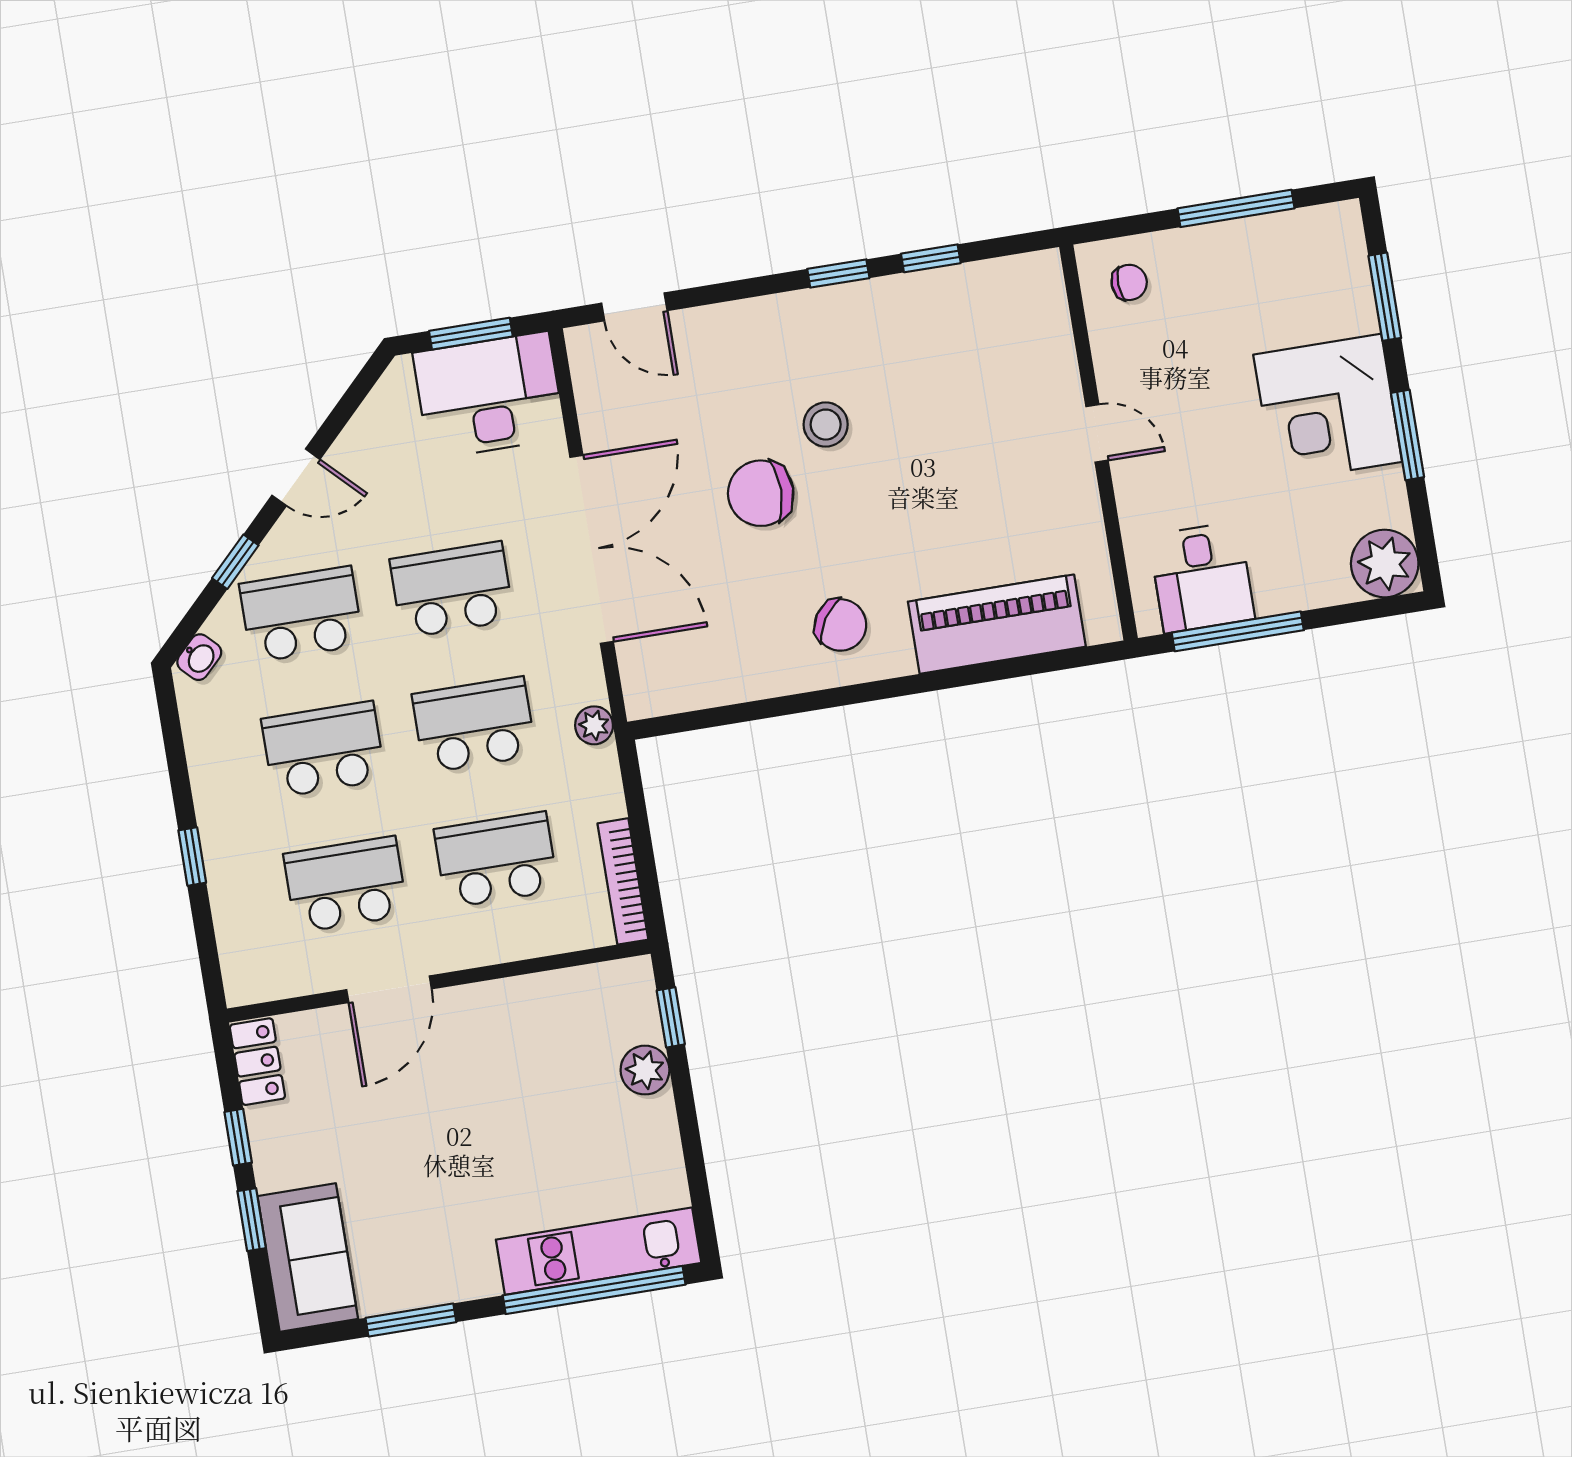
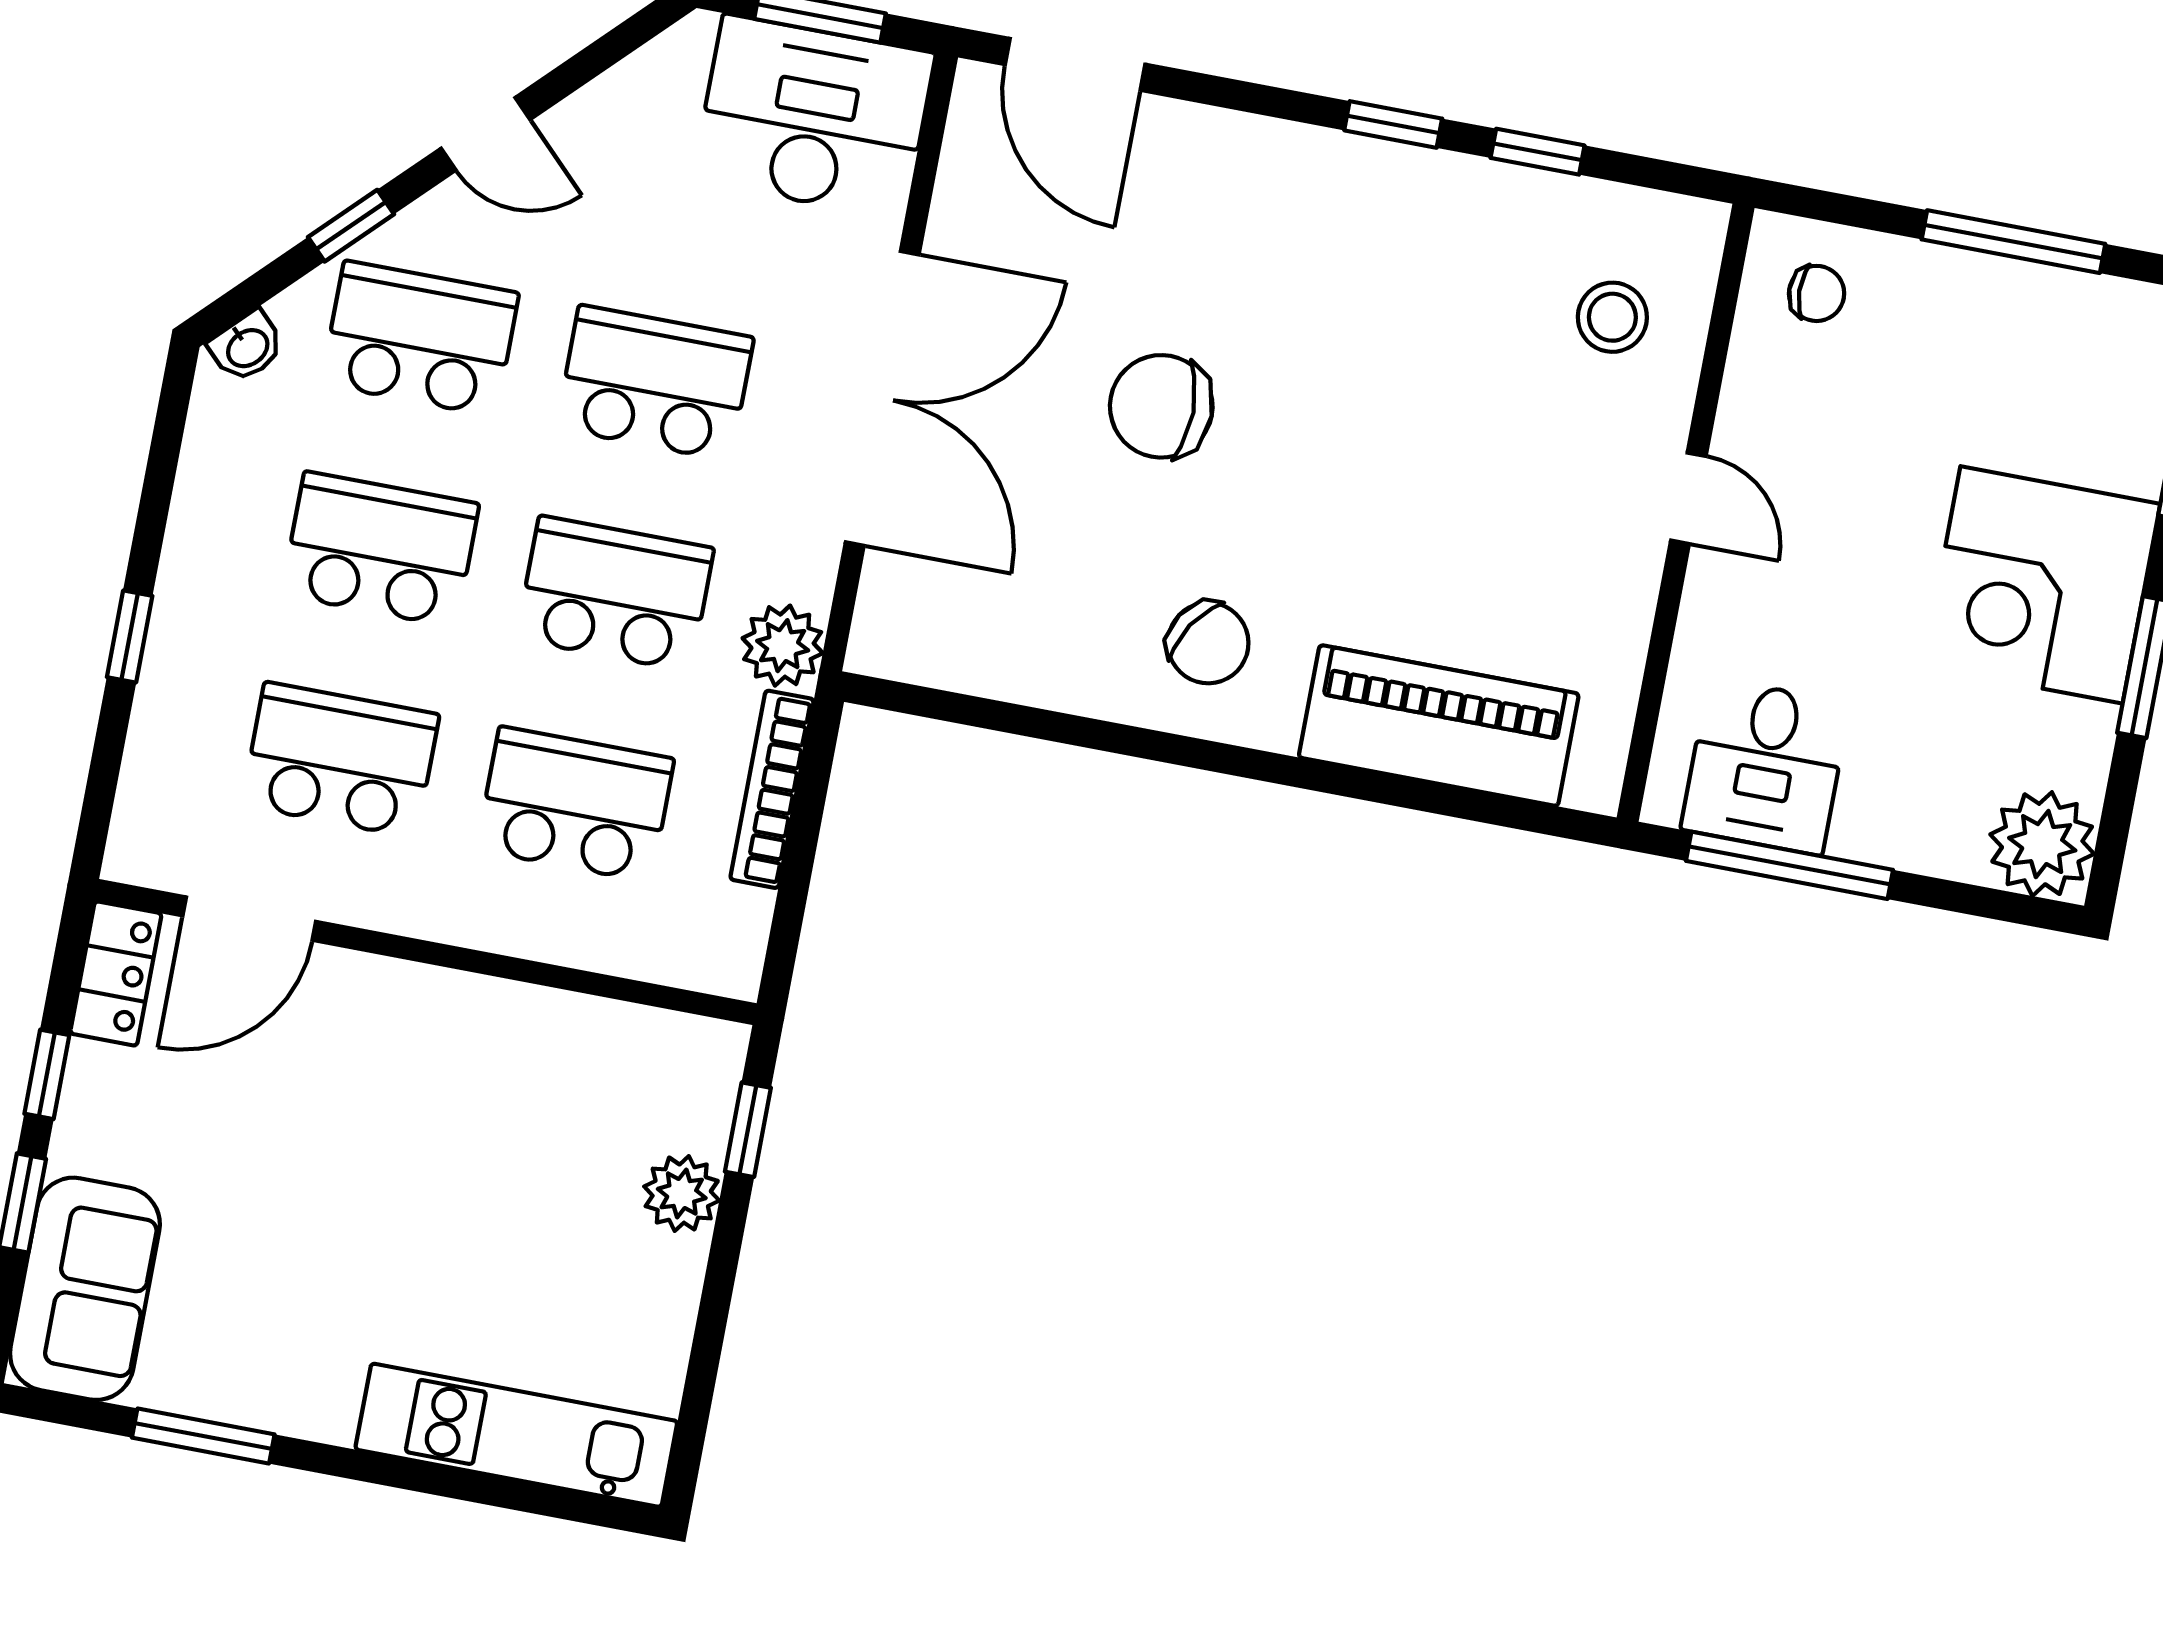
door: (634, 307) -> (1075, 64), width x1.38
stool: (826, 425) -> (1612, 317), moved
plant: (594, 725) -> (783, 646), width x1.38, depth x1.38
bookcase: (623, 881) -> (772, 789), moved
door: (389, 989) -> (249, 919), moved
window: (594, 1290) -> (489, 1490), removed

